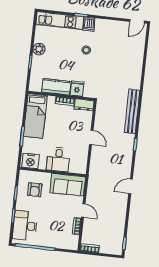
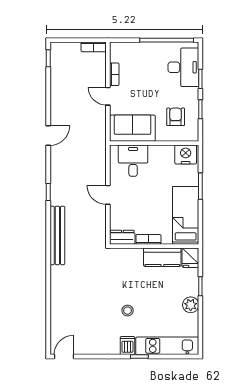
fridge: (77, 89) -> (190, 258), moved
desk: (58, 159) -> (133, 161), moved

